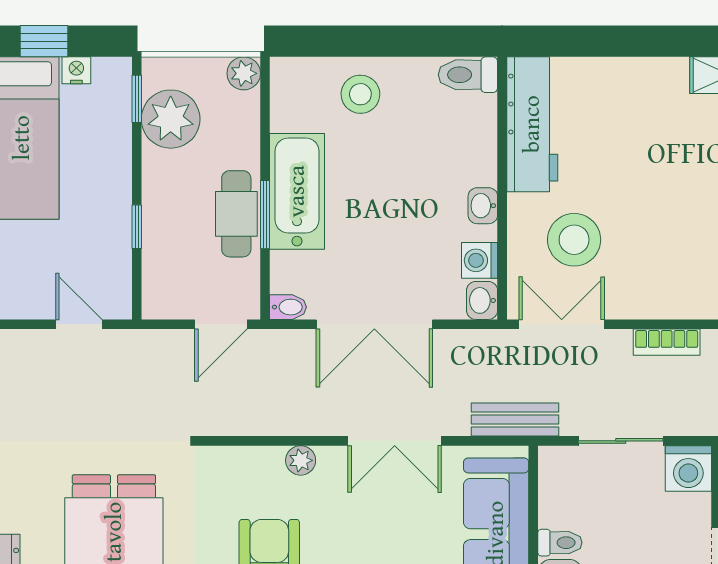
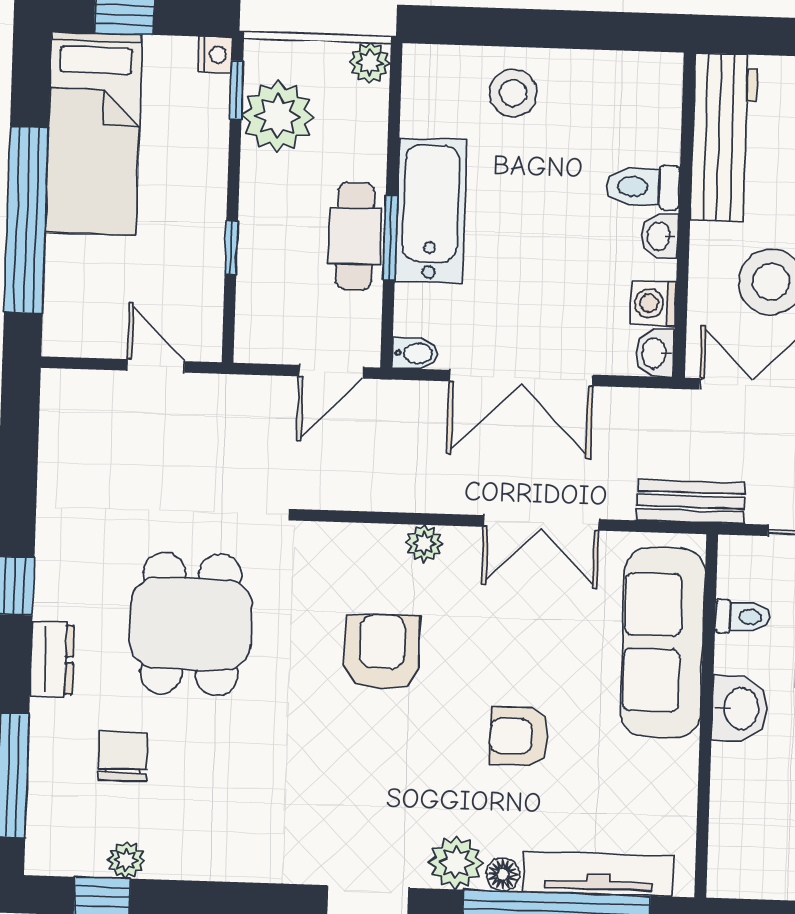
nightstand: (76, 70) -> (215, 55), moved, turned 90
toilet: (468, 75) -> (643, 187), moved
toilet: (560, 543) -> (743, 617), moved

